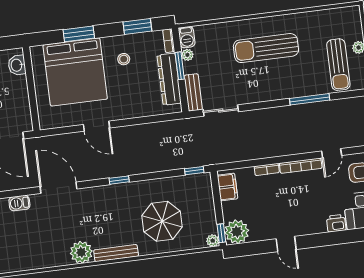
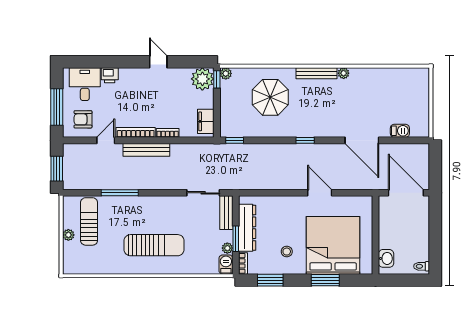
bench: (287, 149) -> (146, 150), added
plant: (81, 252) -> (344, 73), width x0.53, depth x0.53

